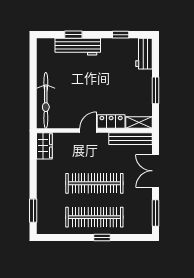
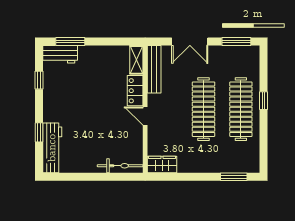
workbench: (78, 47) -> (52, 148), moved
window: (155, 90) -> (70, 42), moved
bicycle: (46, 100) -> (120, 166), width x0.73, depth x0.71

